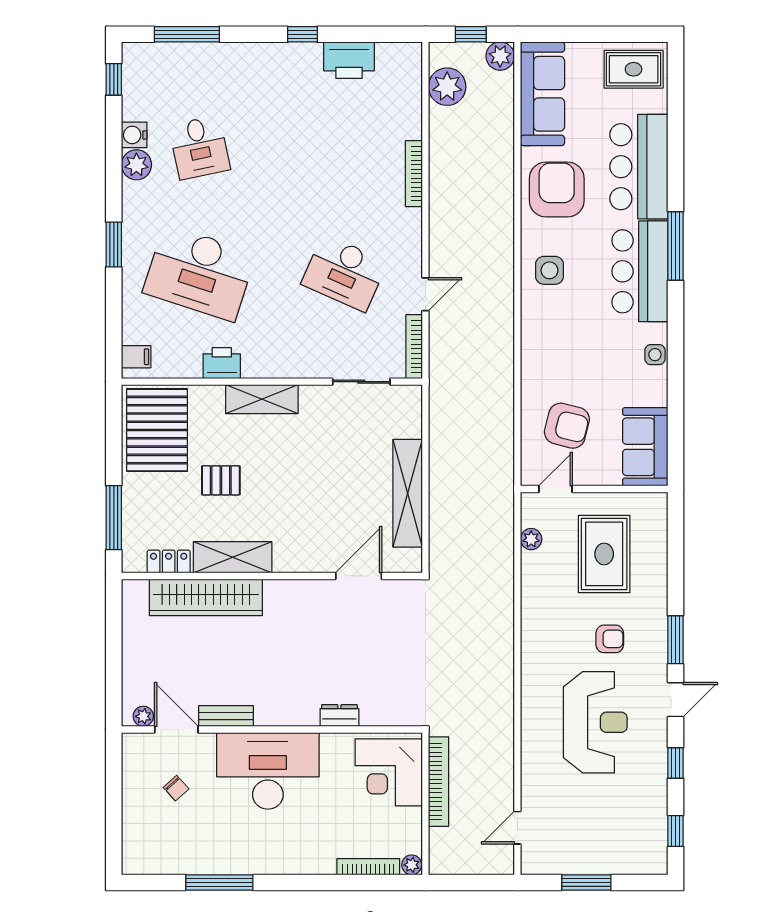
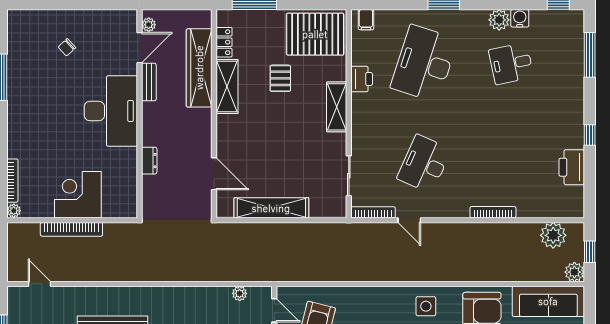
dresser: (339, 715) -> (149, 161), moved
plant: (143, 716) -> (149, 25), moved
bench: (226, 716) -> (149, 82), moved
door: (176, 729) -> (140, 48), moved
wall: (272, 729) -> (140, 114), moved
desk: (268, 771) -> (111, 111), moved

